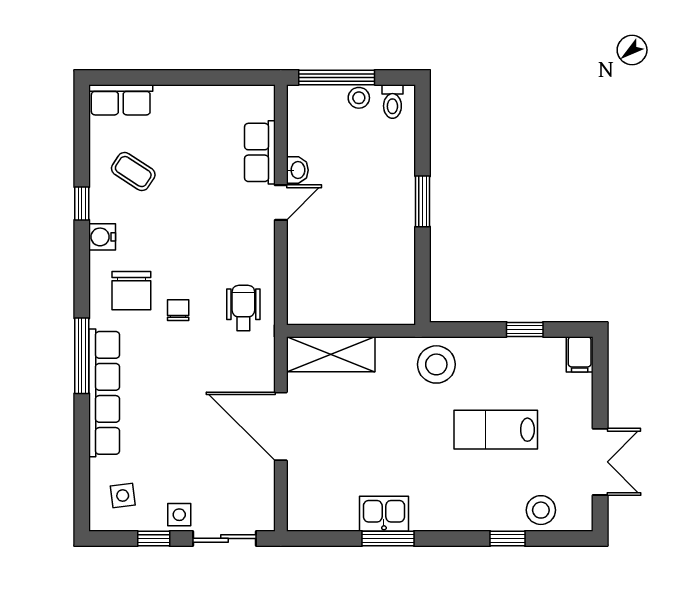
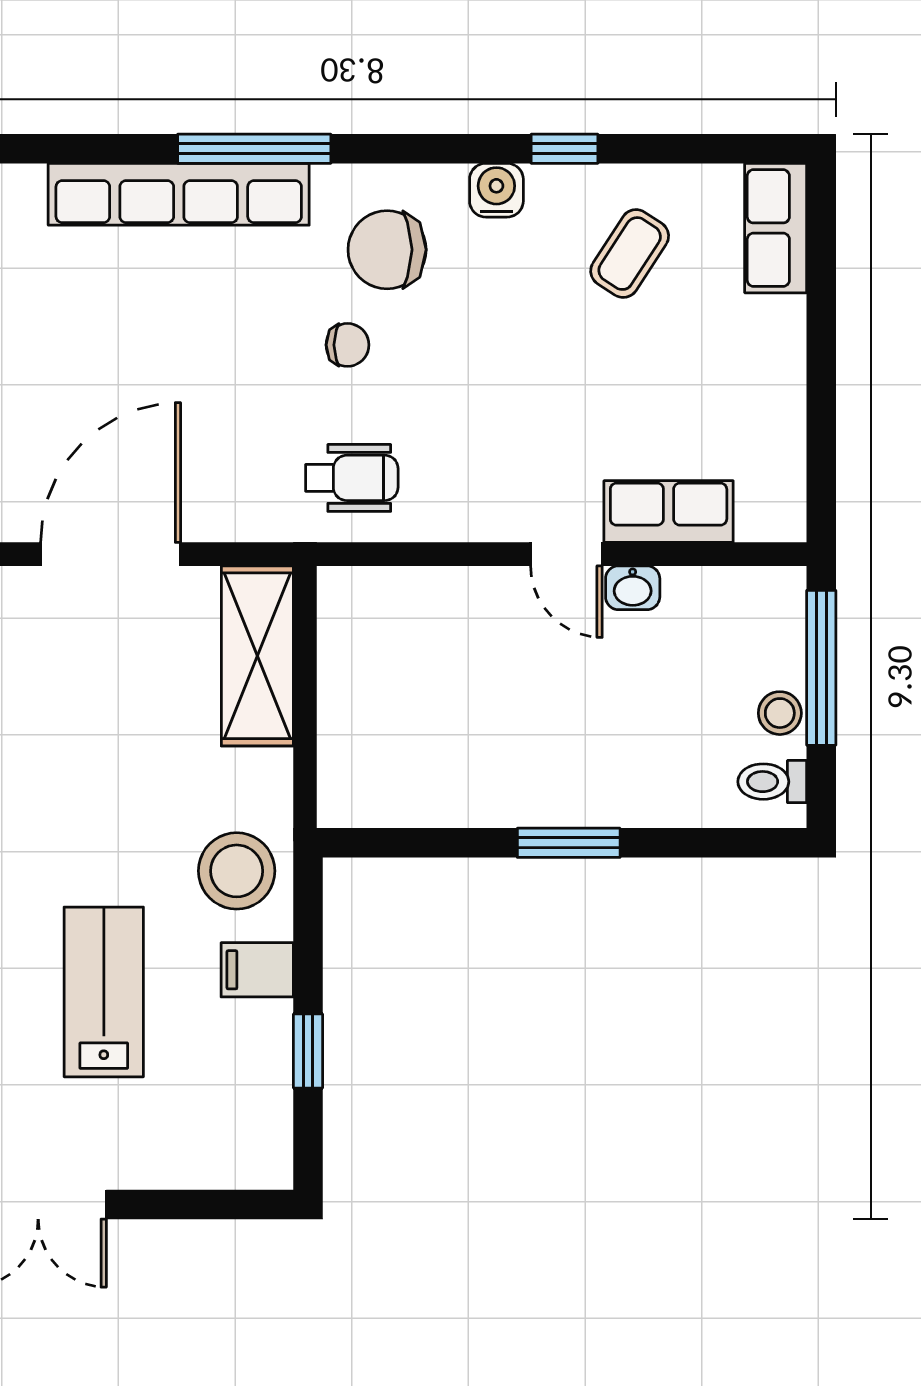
filing cabinet: (580, 354) -> (257, 970), moved

